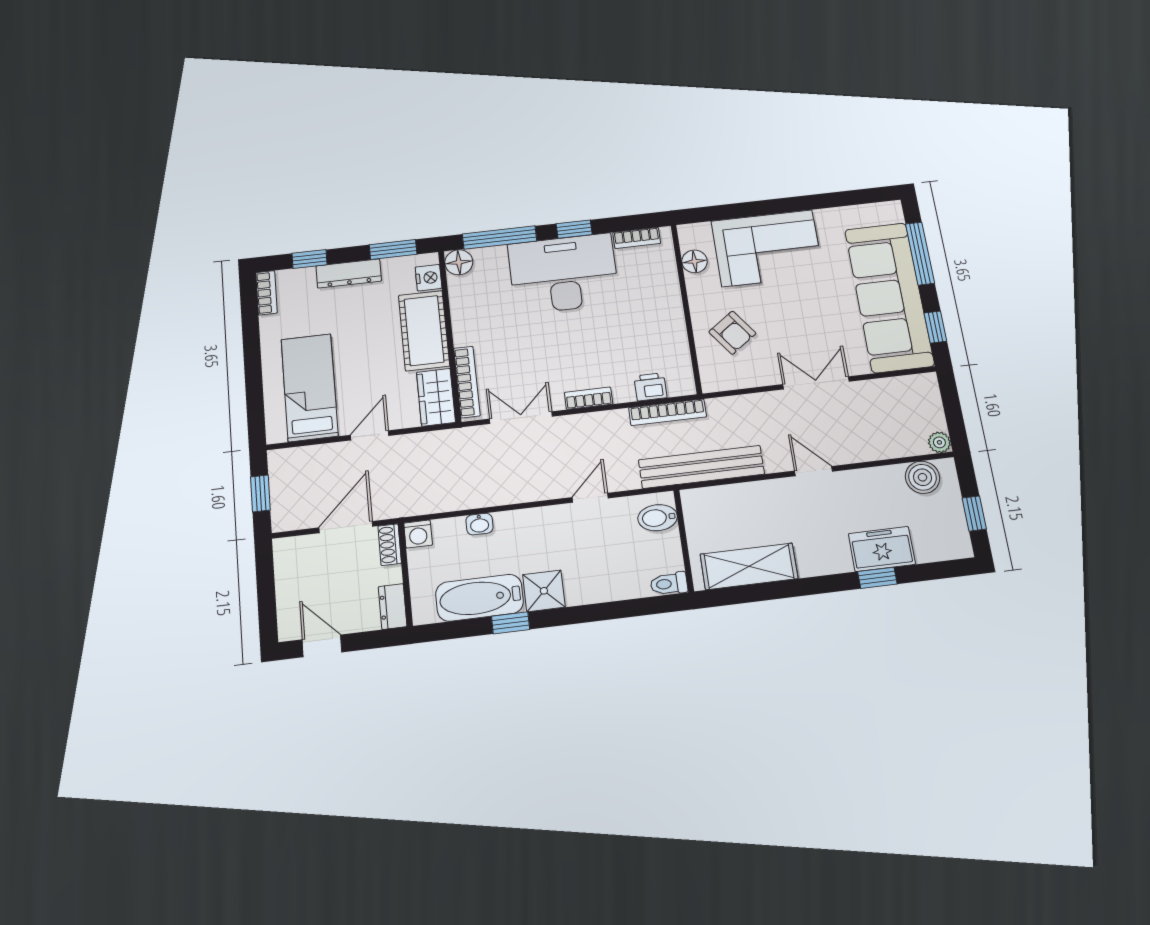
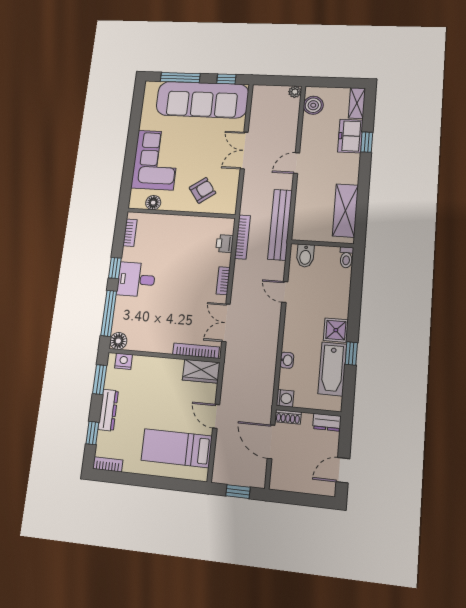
desk: (563, 274) -> (136, 279), width x0.53, depth x0.77
cot: (424, 331) -> (157, 370), removed
window: (974, 513) -> (340, 83), removed
shelving: (944, 548) -> (357, 103), added

